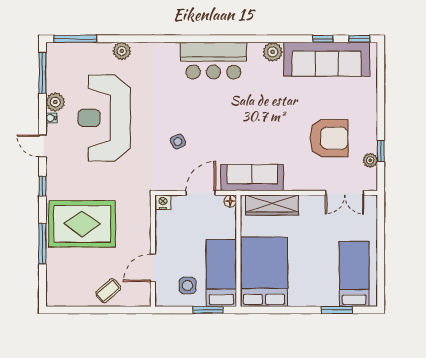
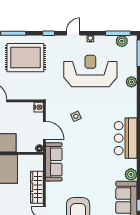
plant: (55, 102) -> (122, 41), moved
wardrobe: (272, 205) -> (37, 187), moved
rug: (82, 224) -> (25, 58), turned 90

